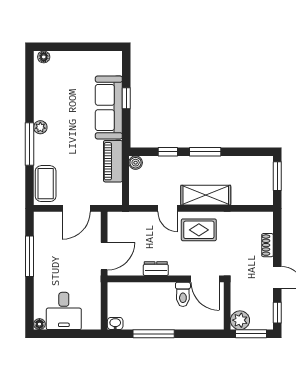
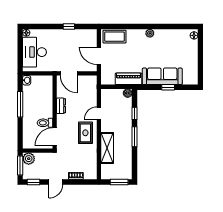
window: (30, 144) -> (139, 27), removed
shelving: (206, 195) -> (107, 148), moved
window: (30, 256) -> (69, 27), width x0.46
desk: (64, 311) -> (34, 52), width x1.37

